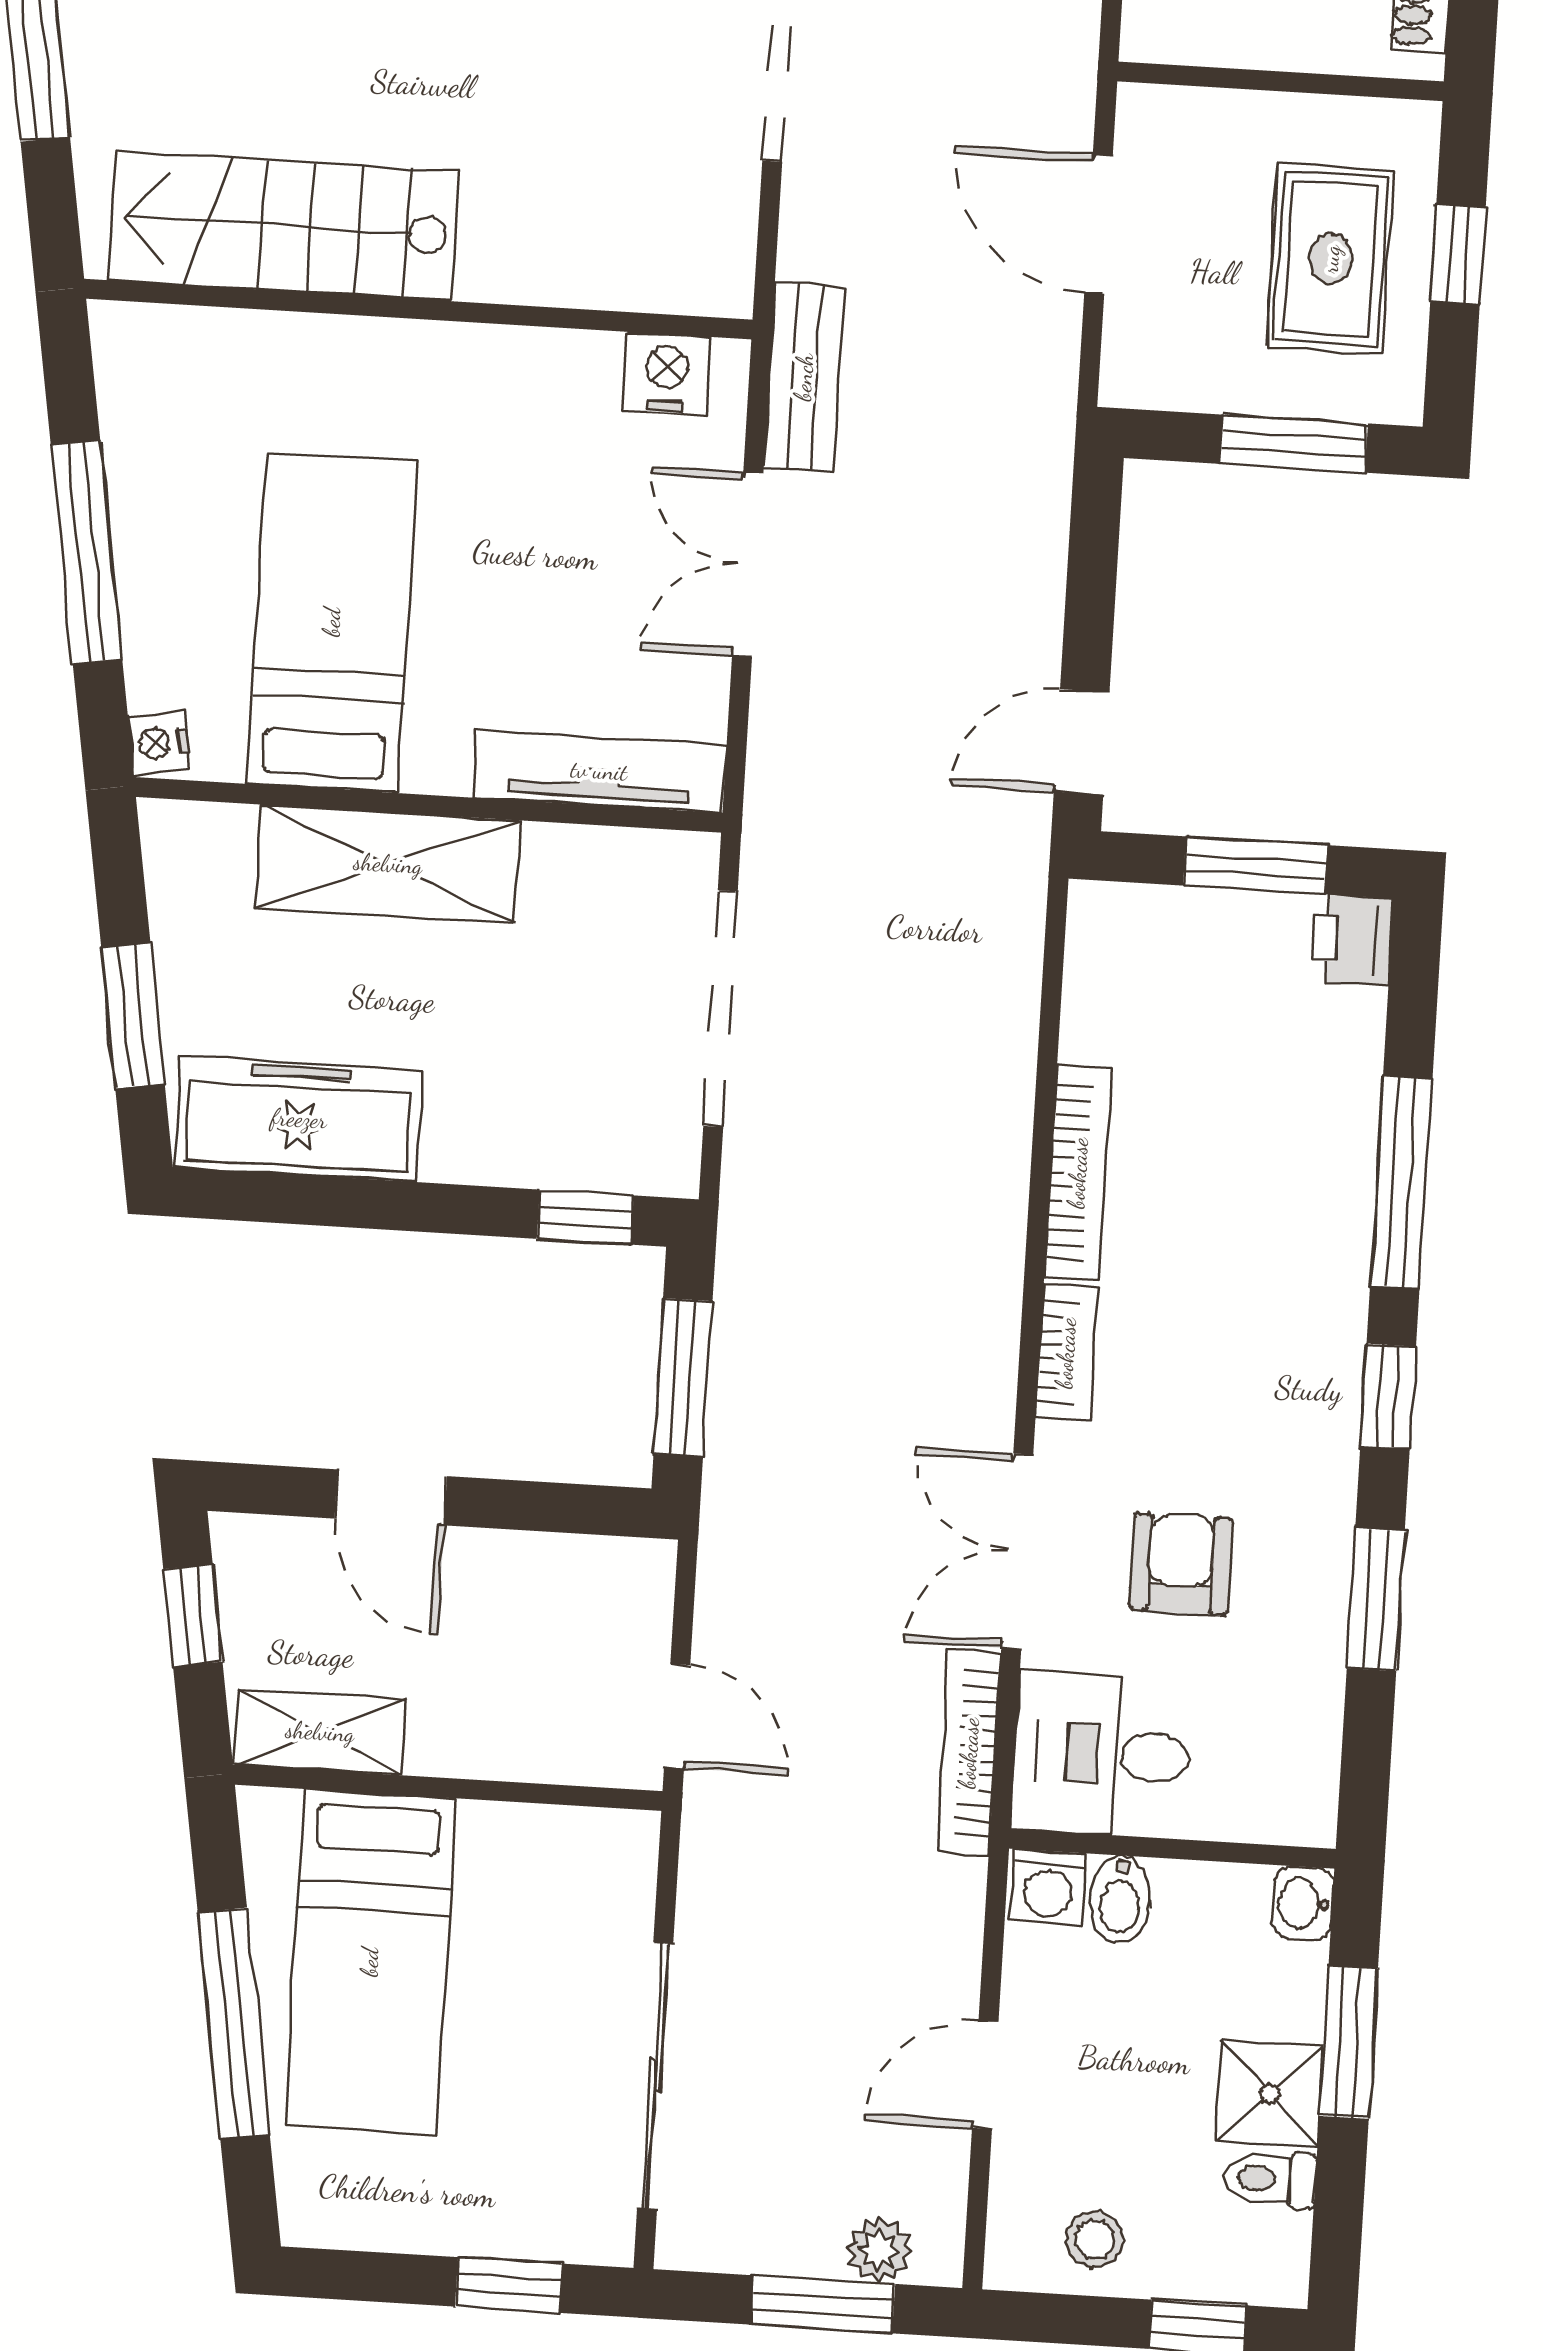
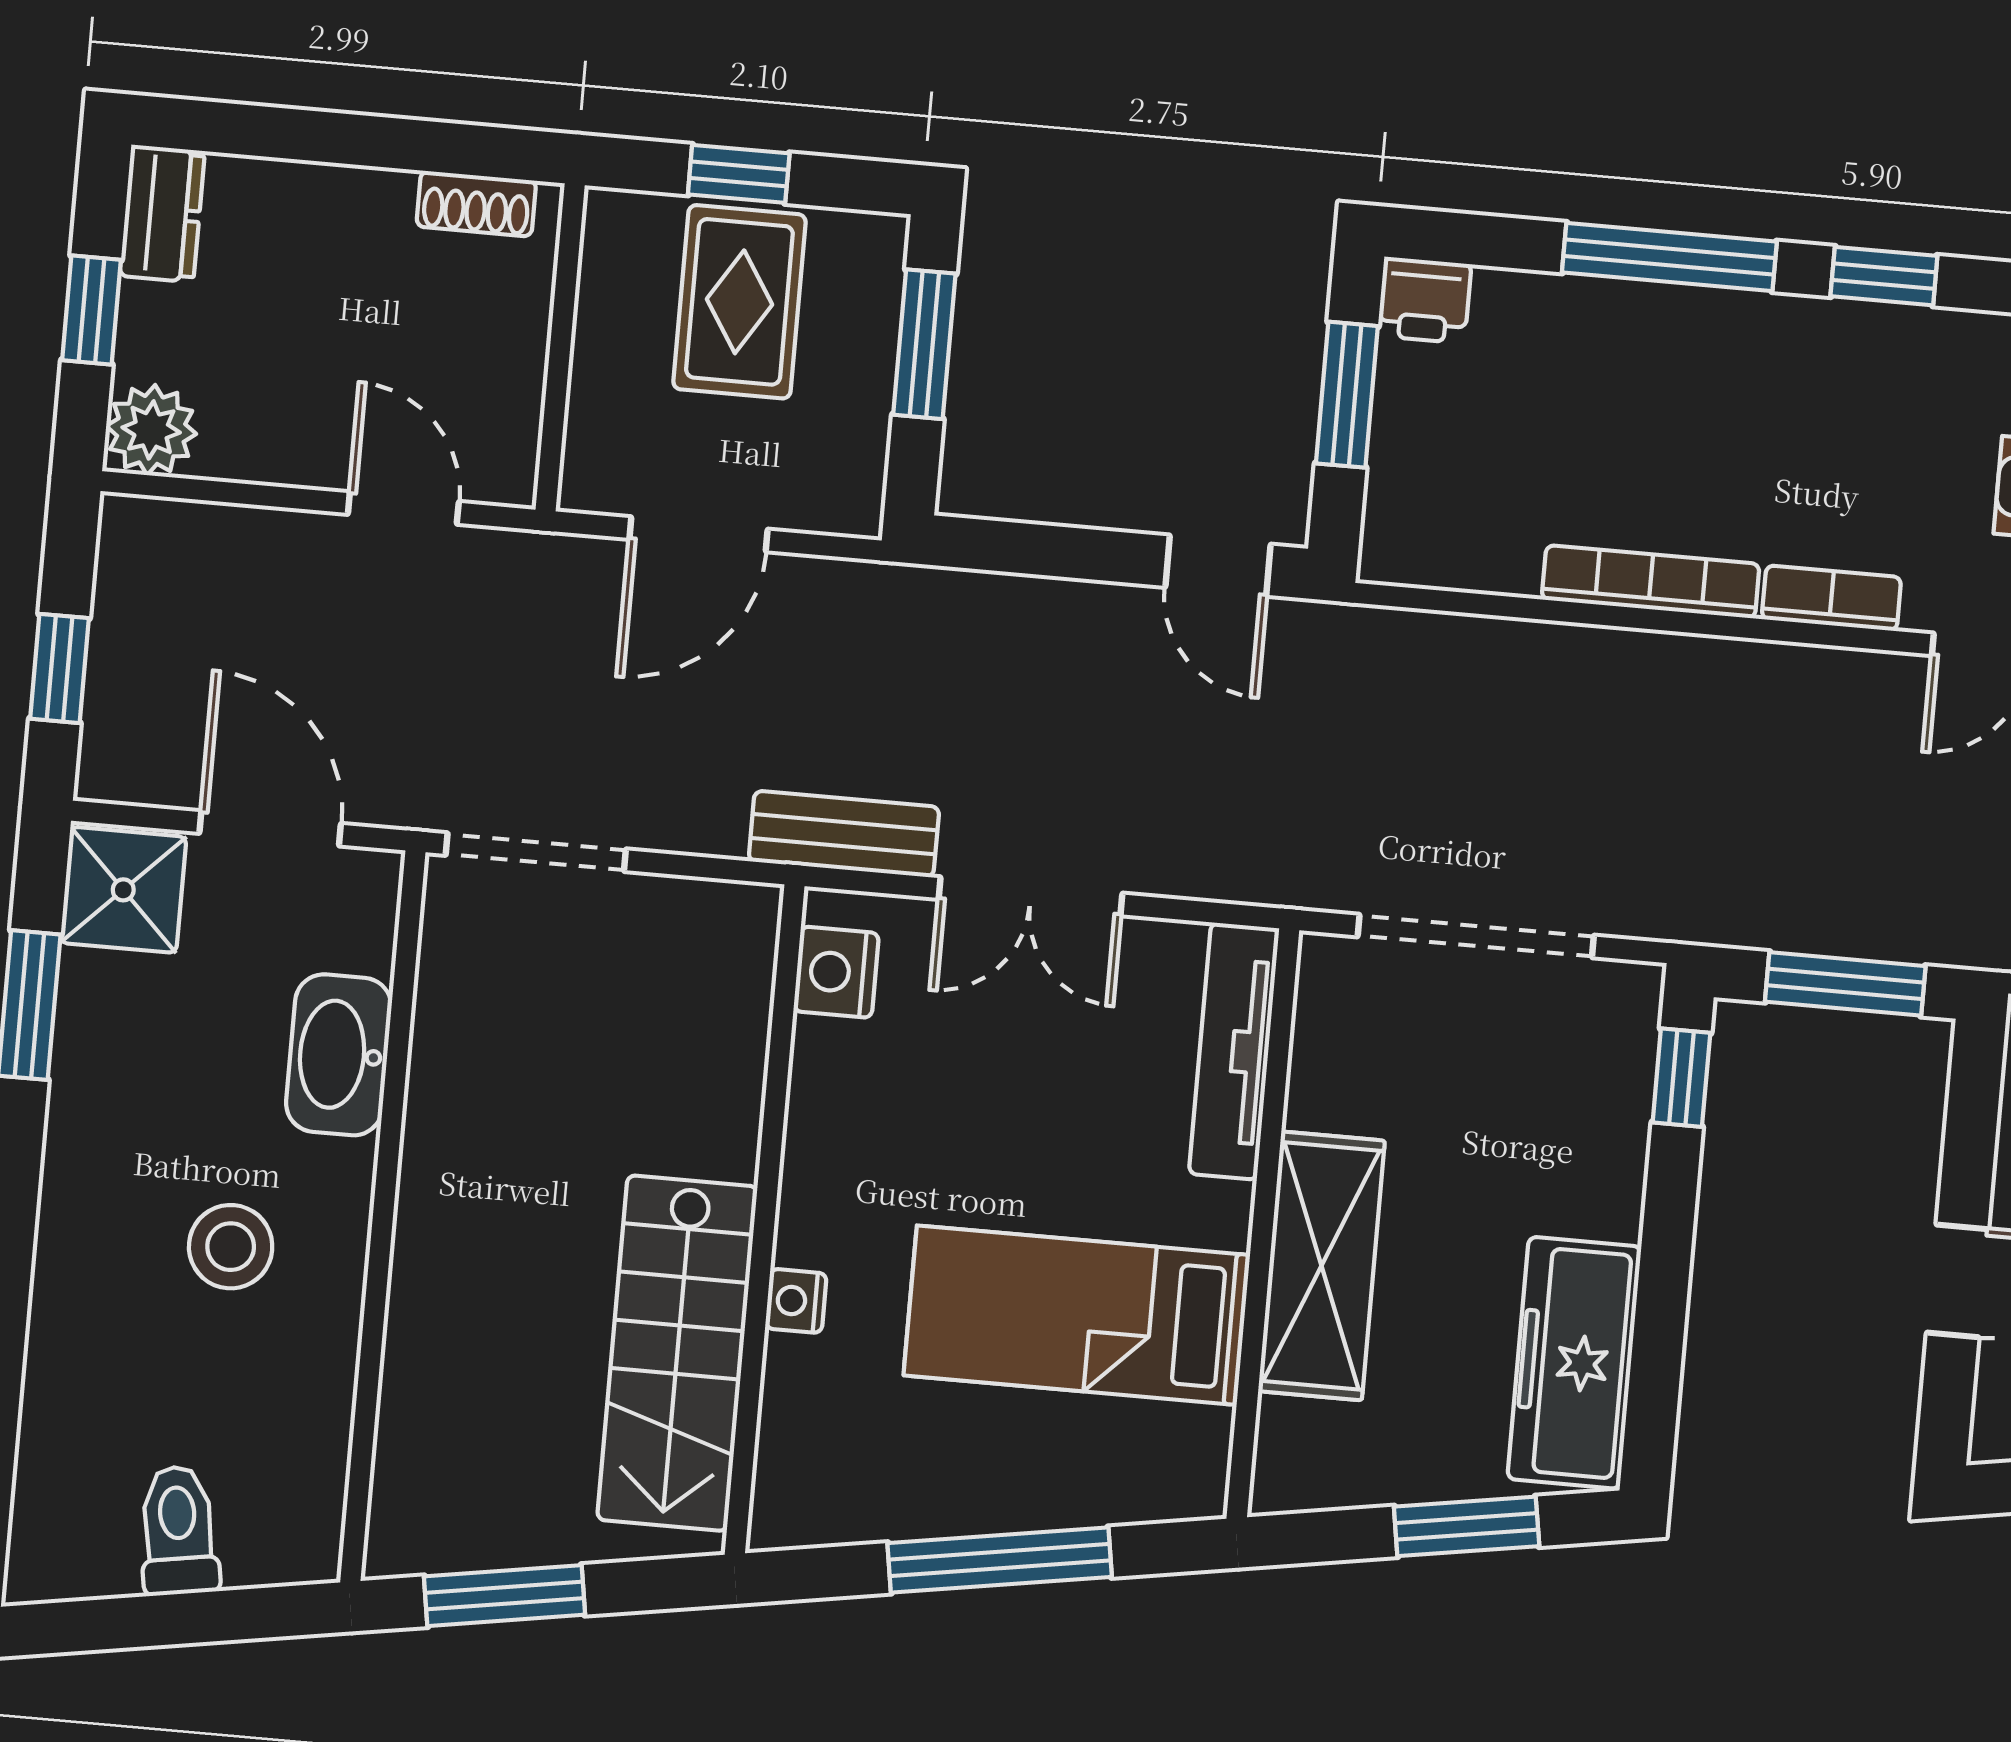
rug: (1331, 259) -> (739, 302), turned 90
nightstand: (159, 743) -> (796, 1301), moved, turned 99

